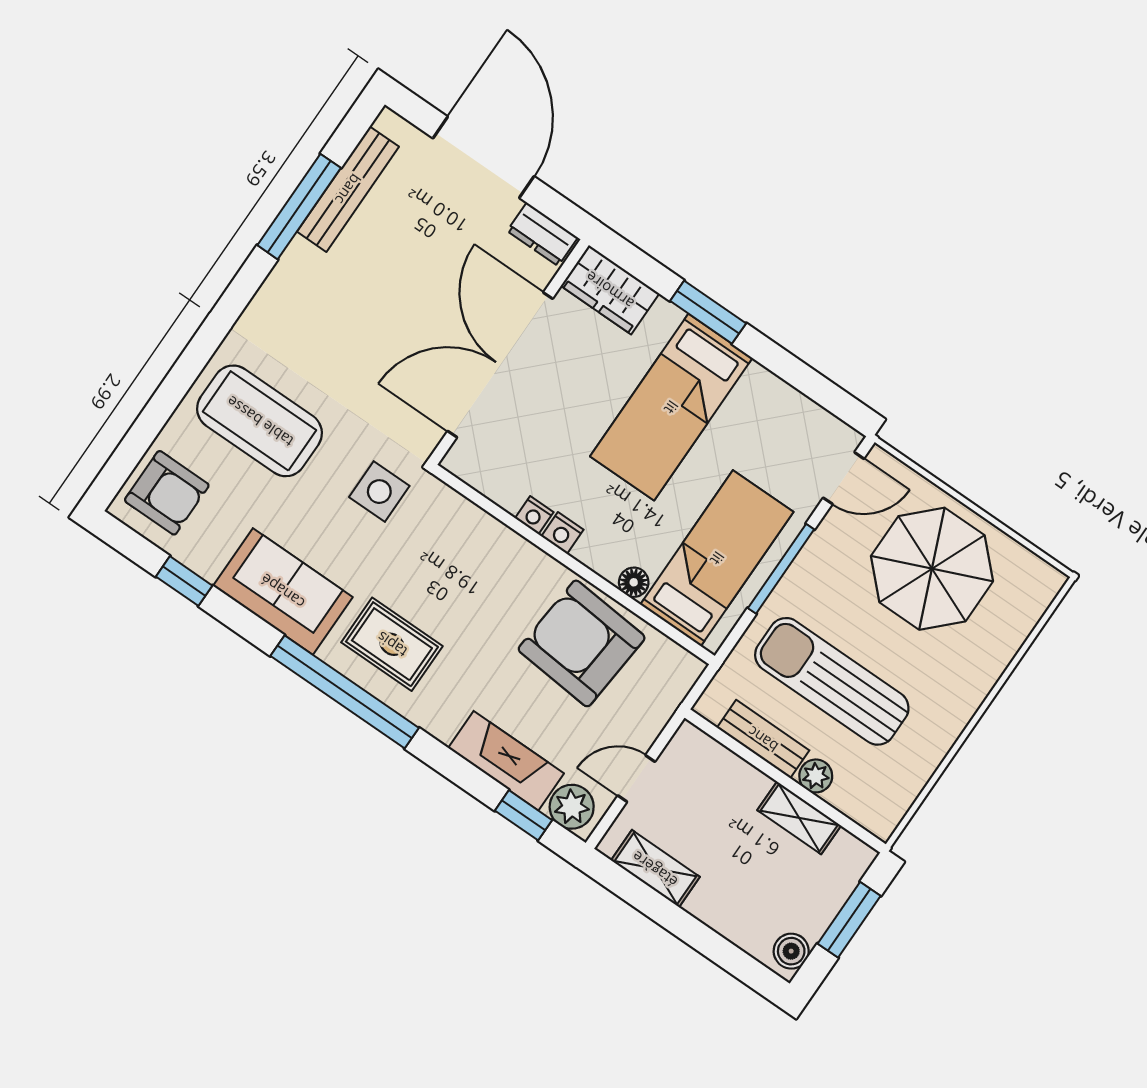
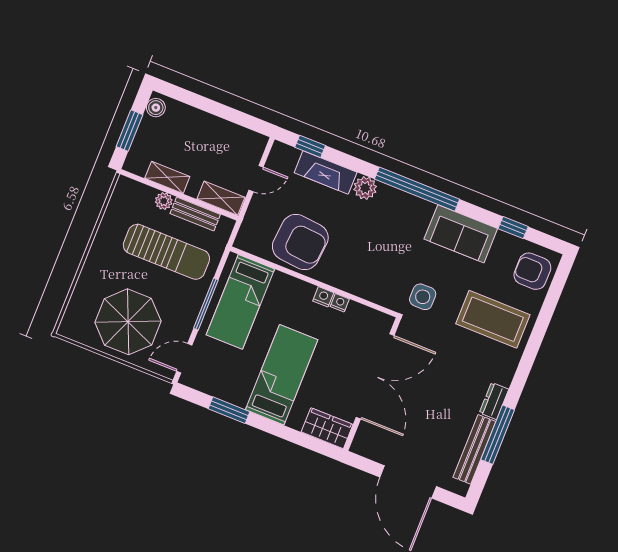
dresser: (542, 234) -> (494, 401), moved, turned -90
window: (708, 312) -> (229, 410), moved
floor lamp: (634, 582) -> (281, 280), removed
rug: (392, 644) -> (398, 219), removed
plant: (572, 807) -> (365, 188), moved
shelving: (655, 869) -> (221, 198), moved

